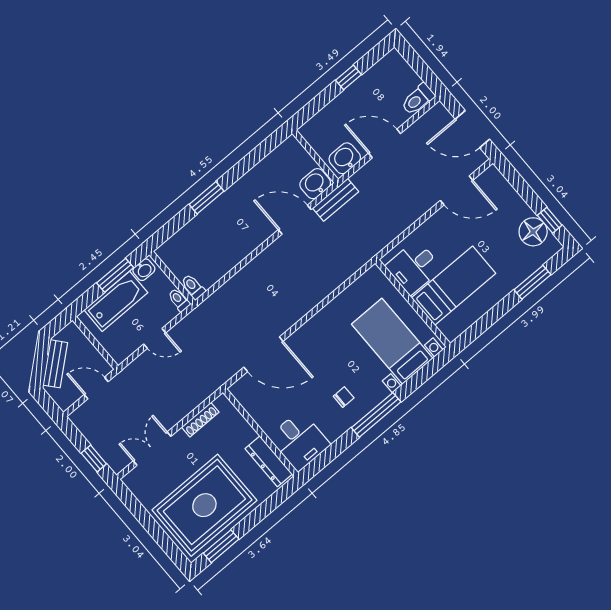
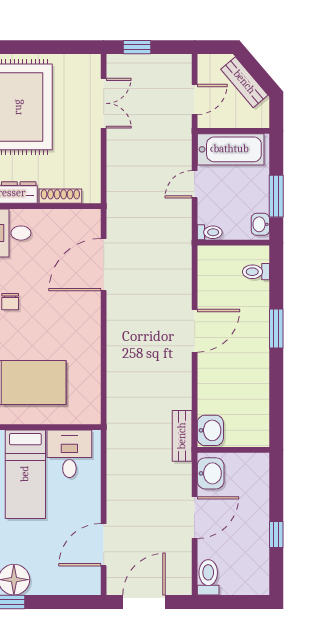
door: (295, 220) -> (195, 331), moved
toilet: (193, 287) -> (256, 272), moved, turned 180
bathtub: (116, 301) -> (231, 149), moved, turned -90
shoe rack: (200, 420) -> (60, 196), moved, turned 90

